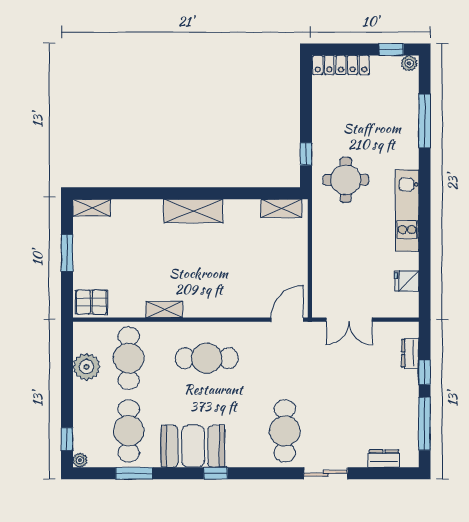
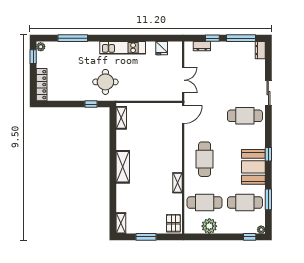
door: (287, 320) -> (183, 114), swing flipped
dresser: (384, 459) -> (260, 50), moved

